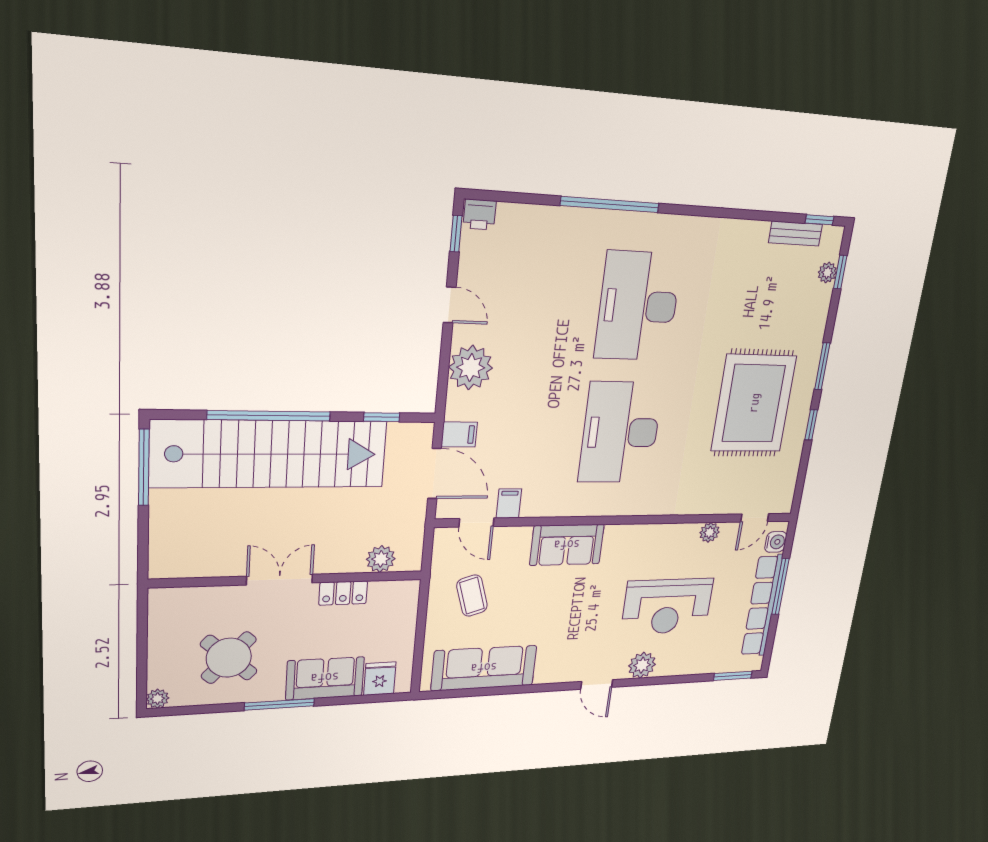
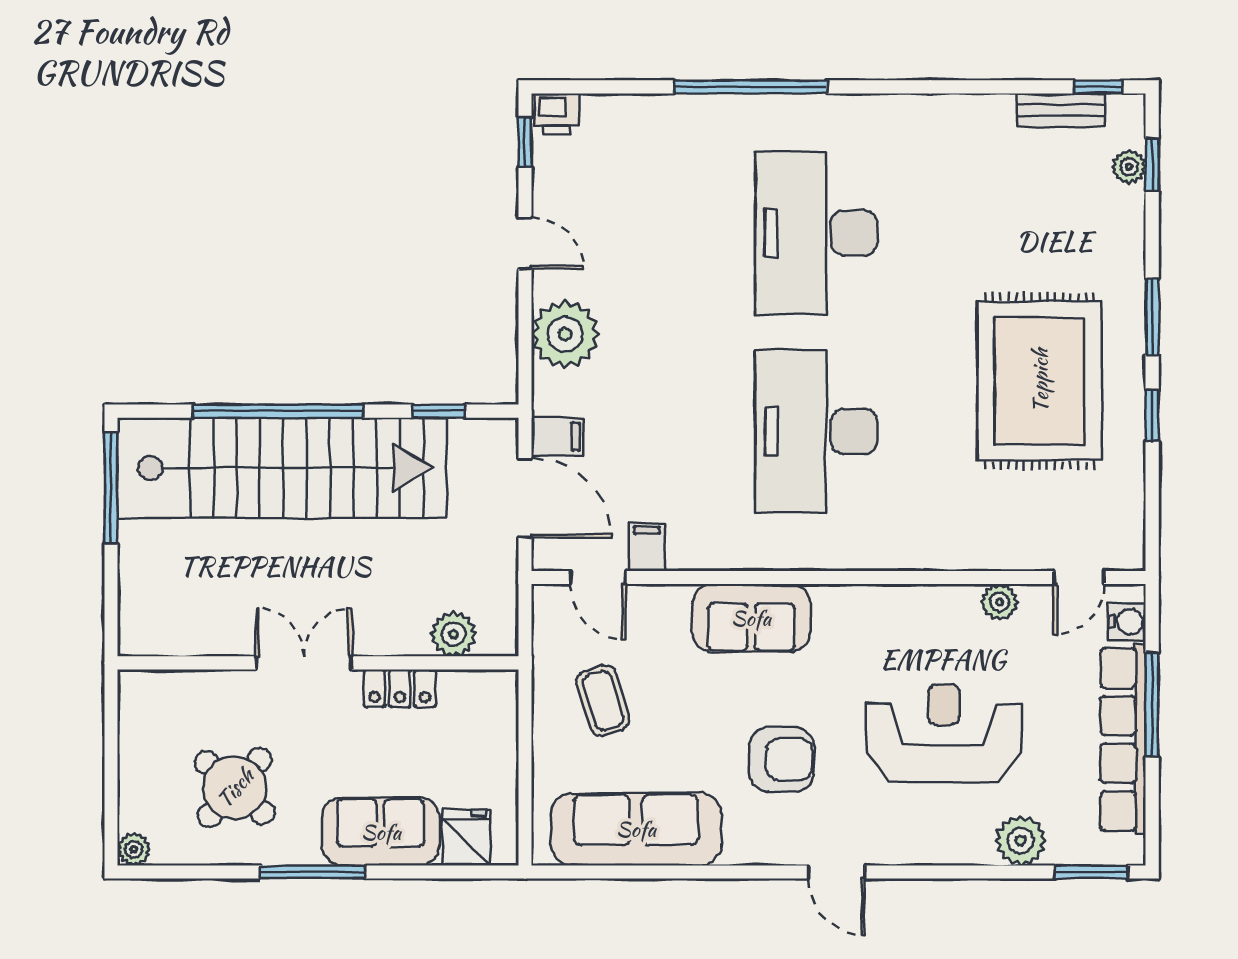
reception desk: (667, 606) -> (944, 733), turned 180
armchair: (574, 625) -> (782, 759), added
plant: (642, 665) -> (1021, 841), moved

